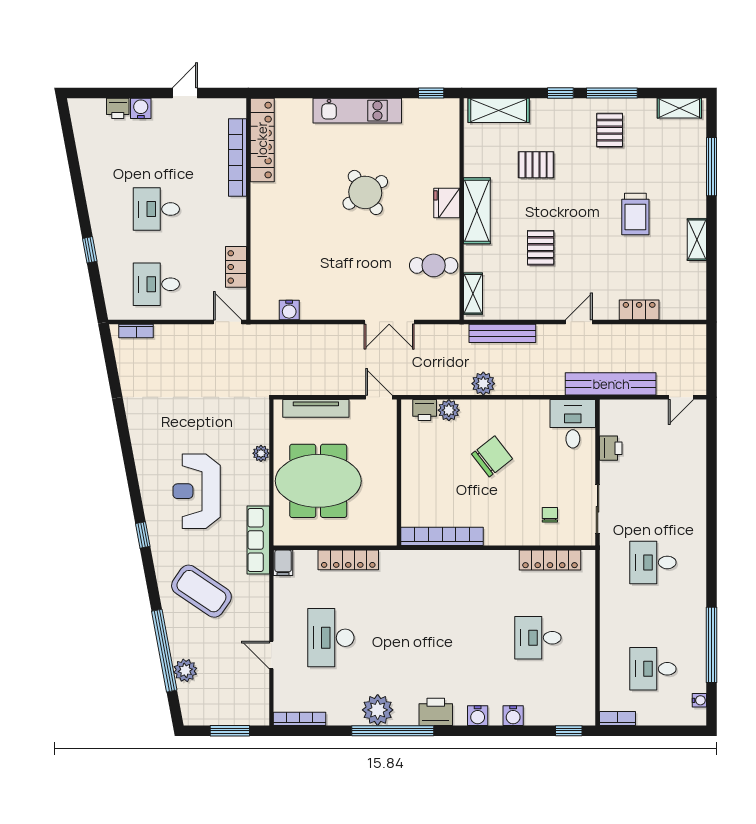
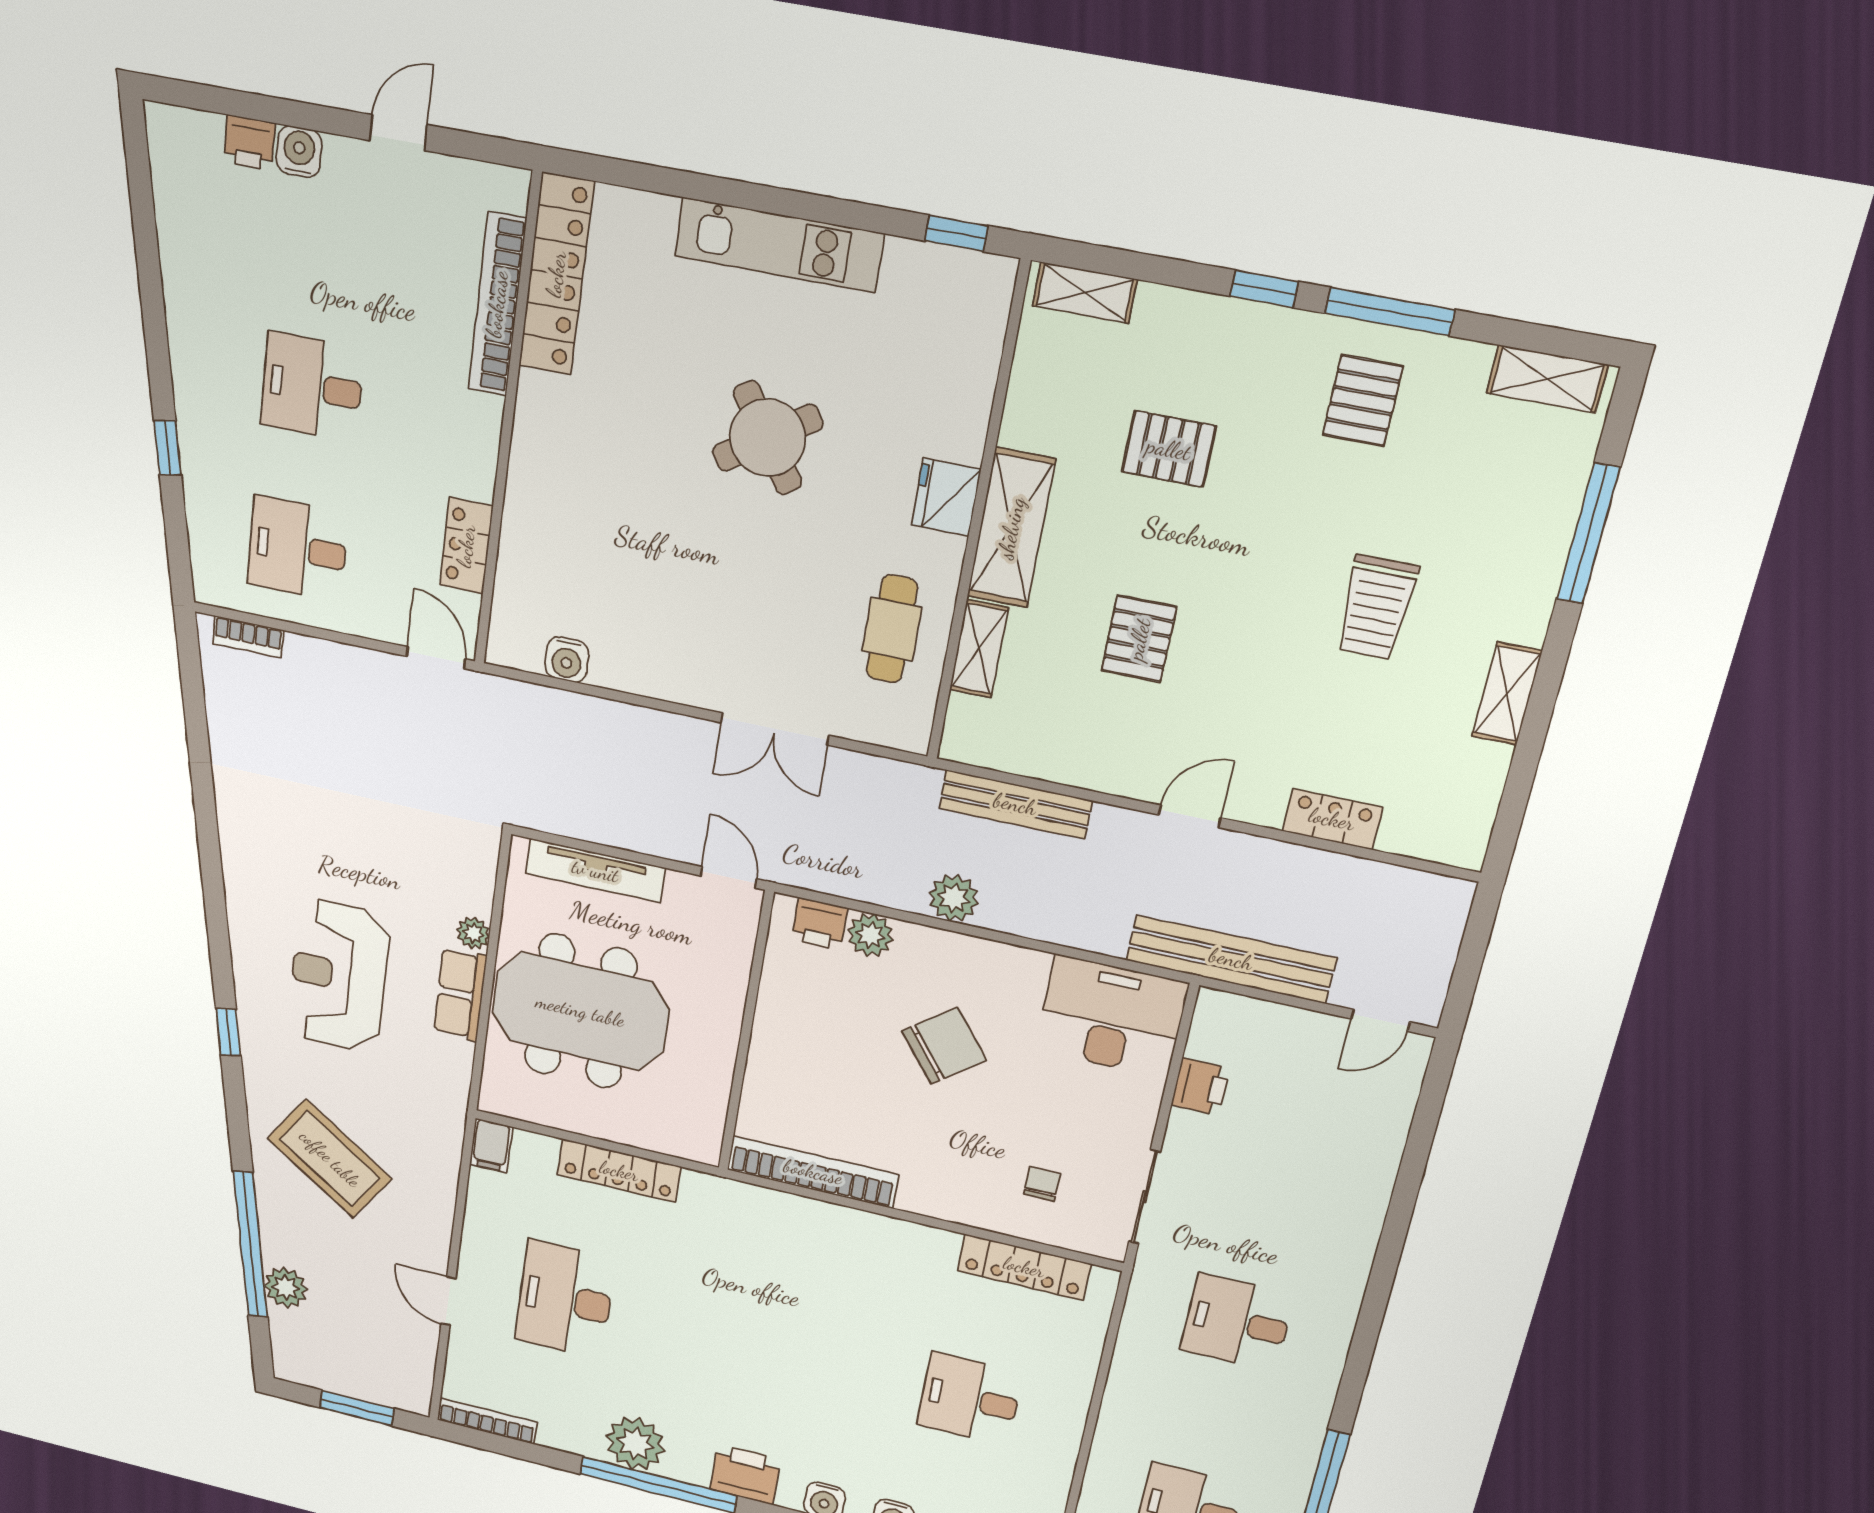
shelving: (499, 110) -> (1085, 293), width x0.67, depth x0.75
cafe table: (434, 265) -> (892, 629), turned 90
shelving: (473, 294) -> (979, 649), moved
desk: (573, 424) -> (1111, 1017), width x1.37
row of seats: (258, 540) -> (460, 994), moved, width x0.68

